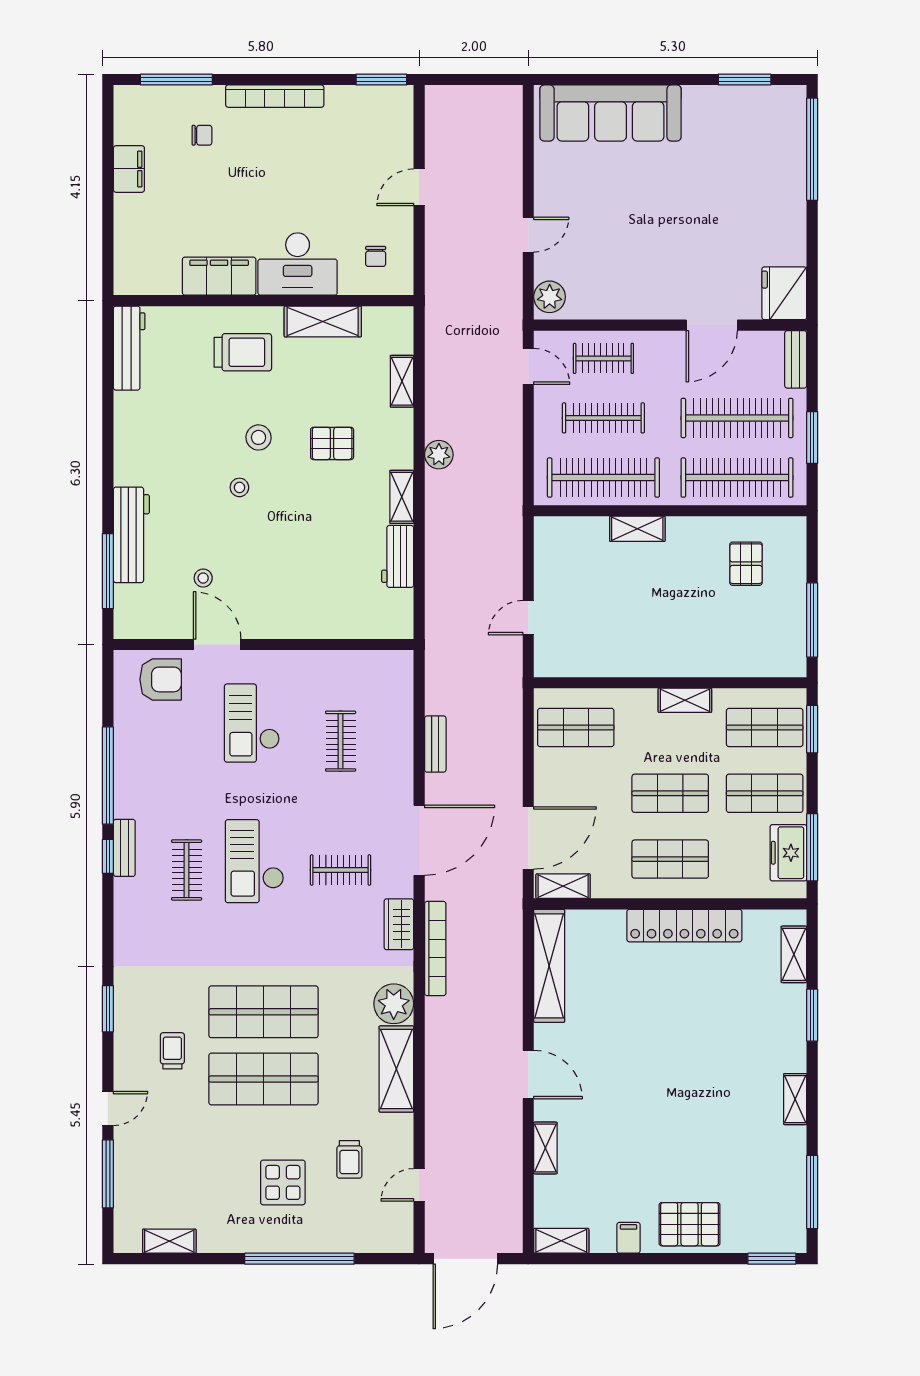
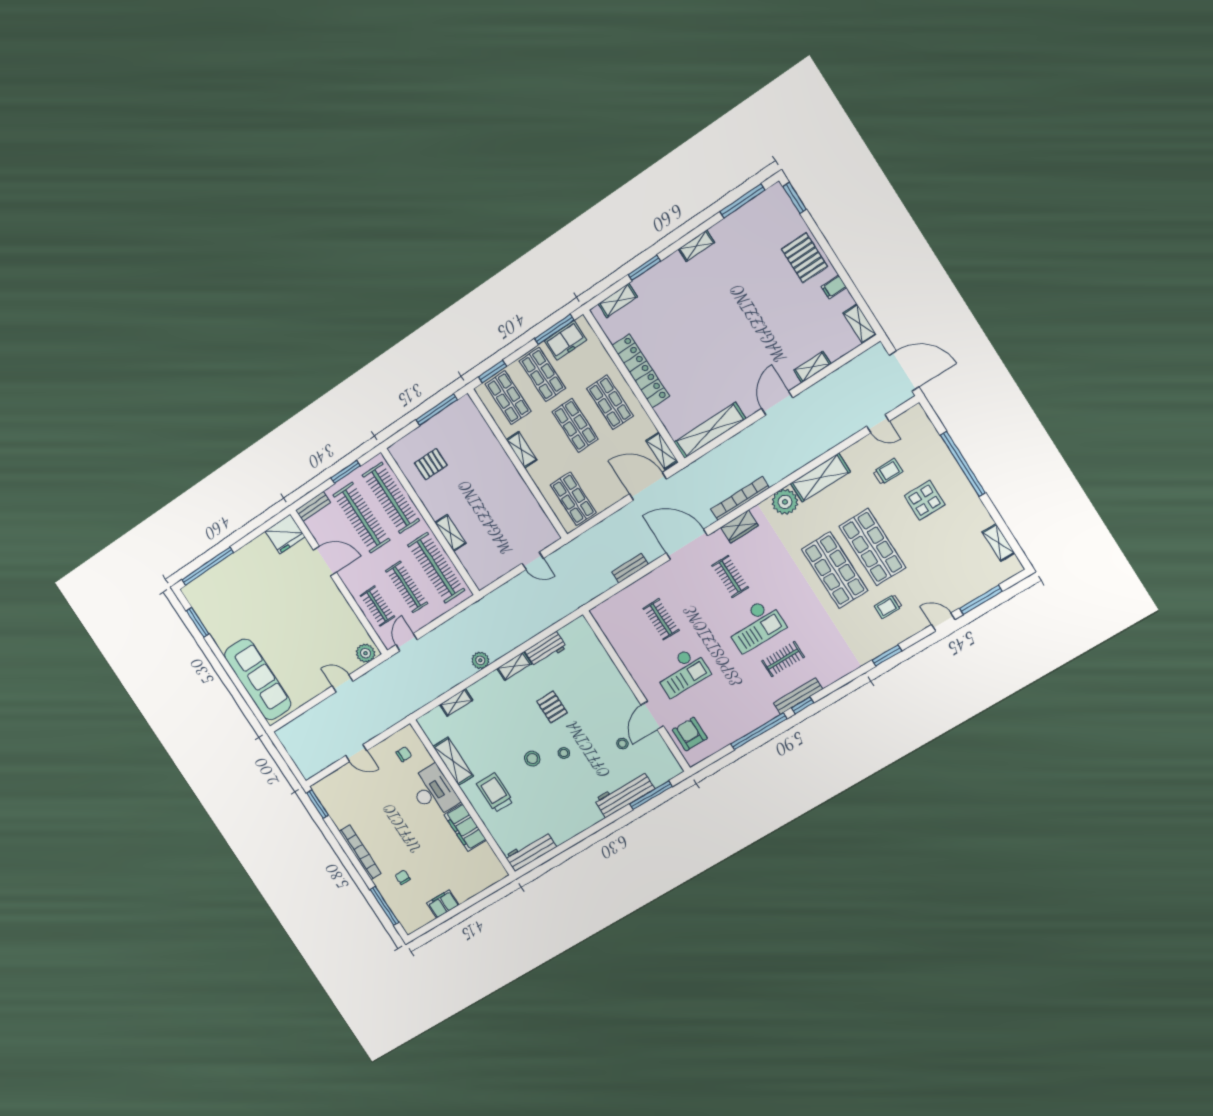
pallet: (332, 443) -> (552, 707), moved
clothes rail: (341, 741) -> (661, 619), turned 90
bench: (124, 848) -> (798, 696), width x1.36

